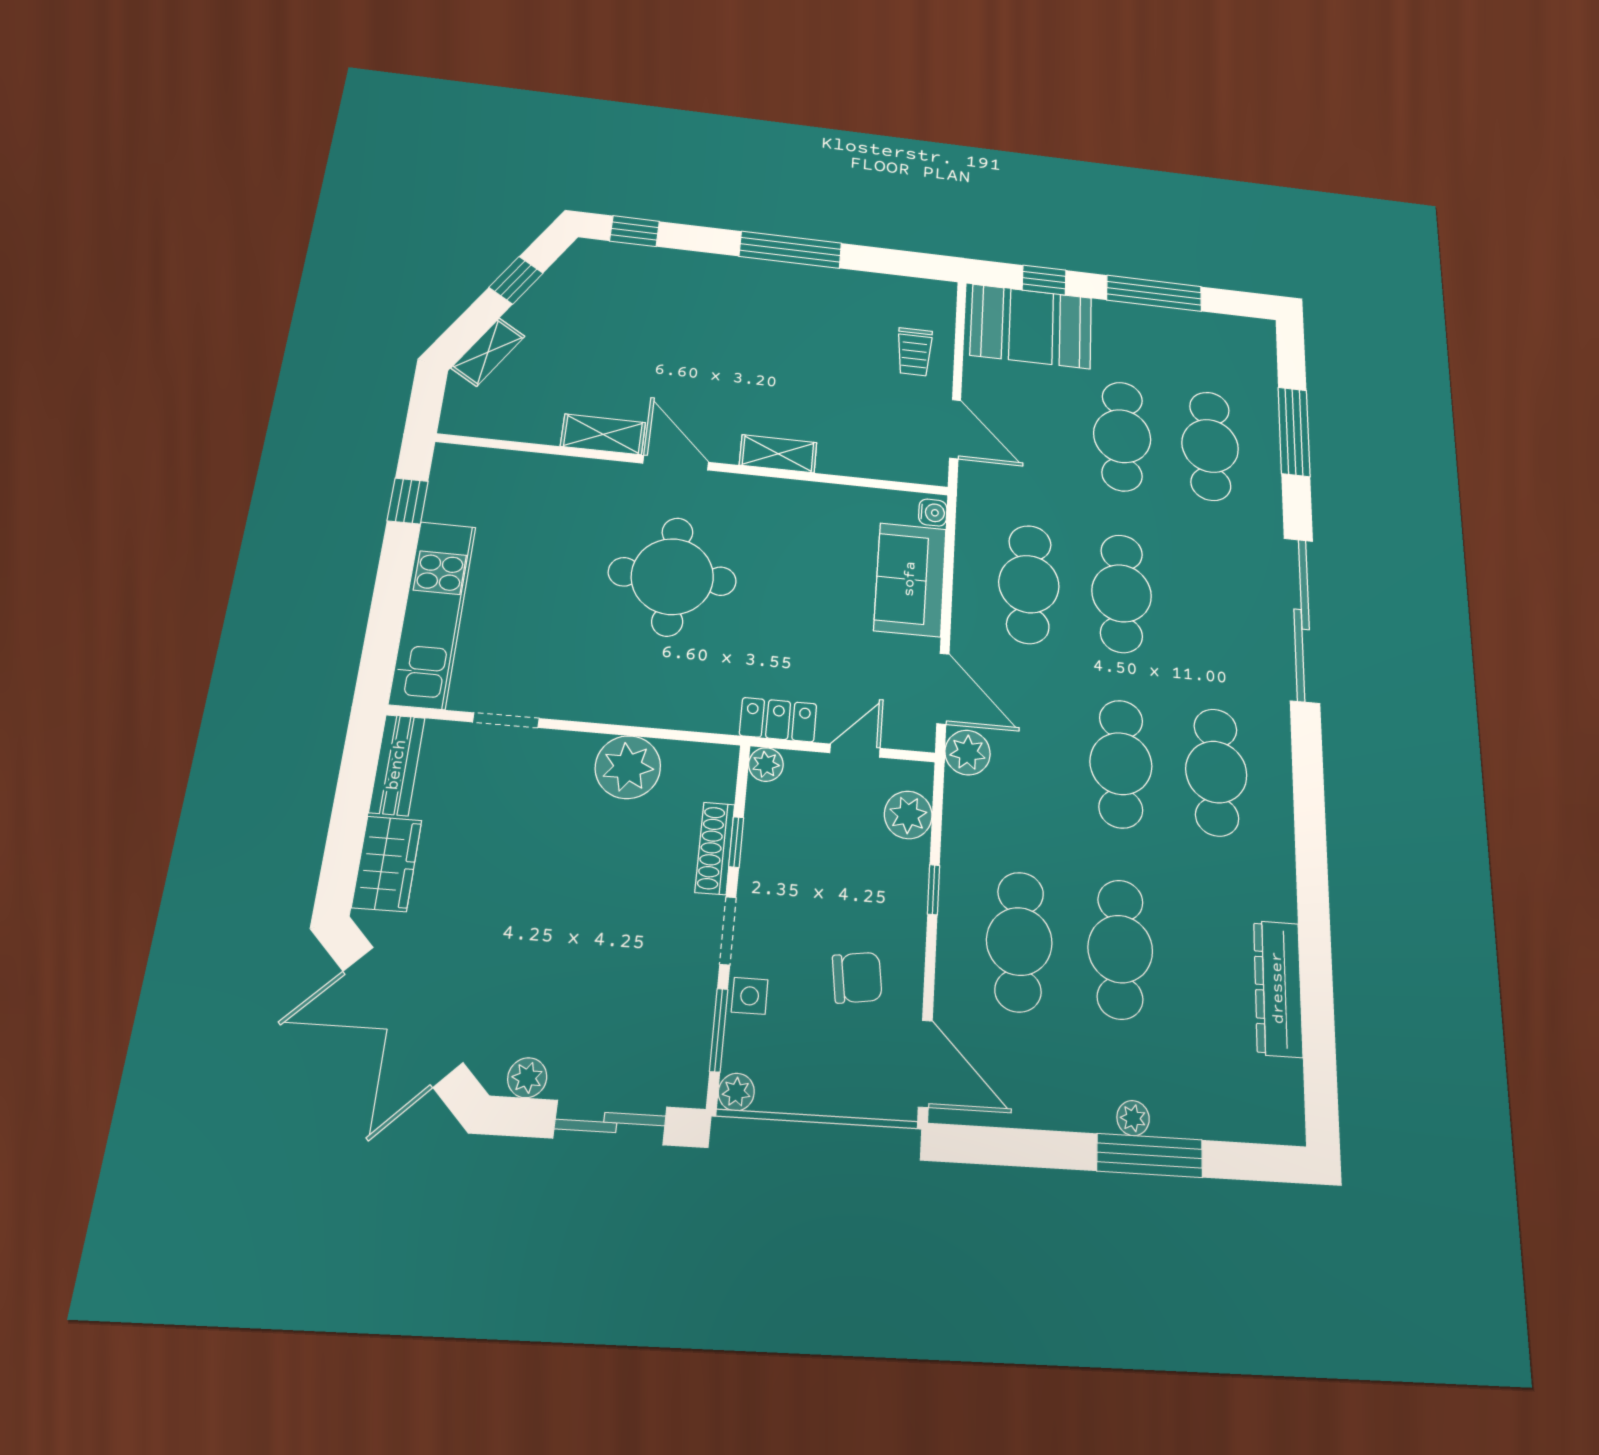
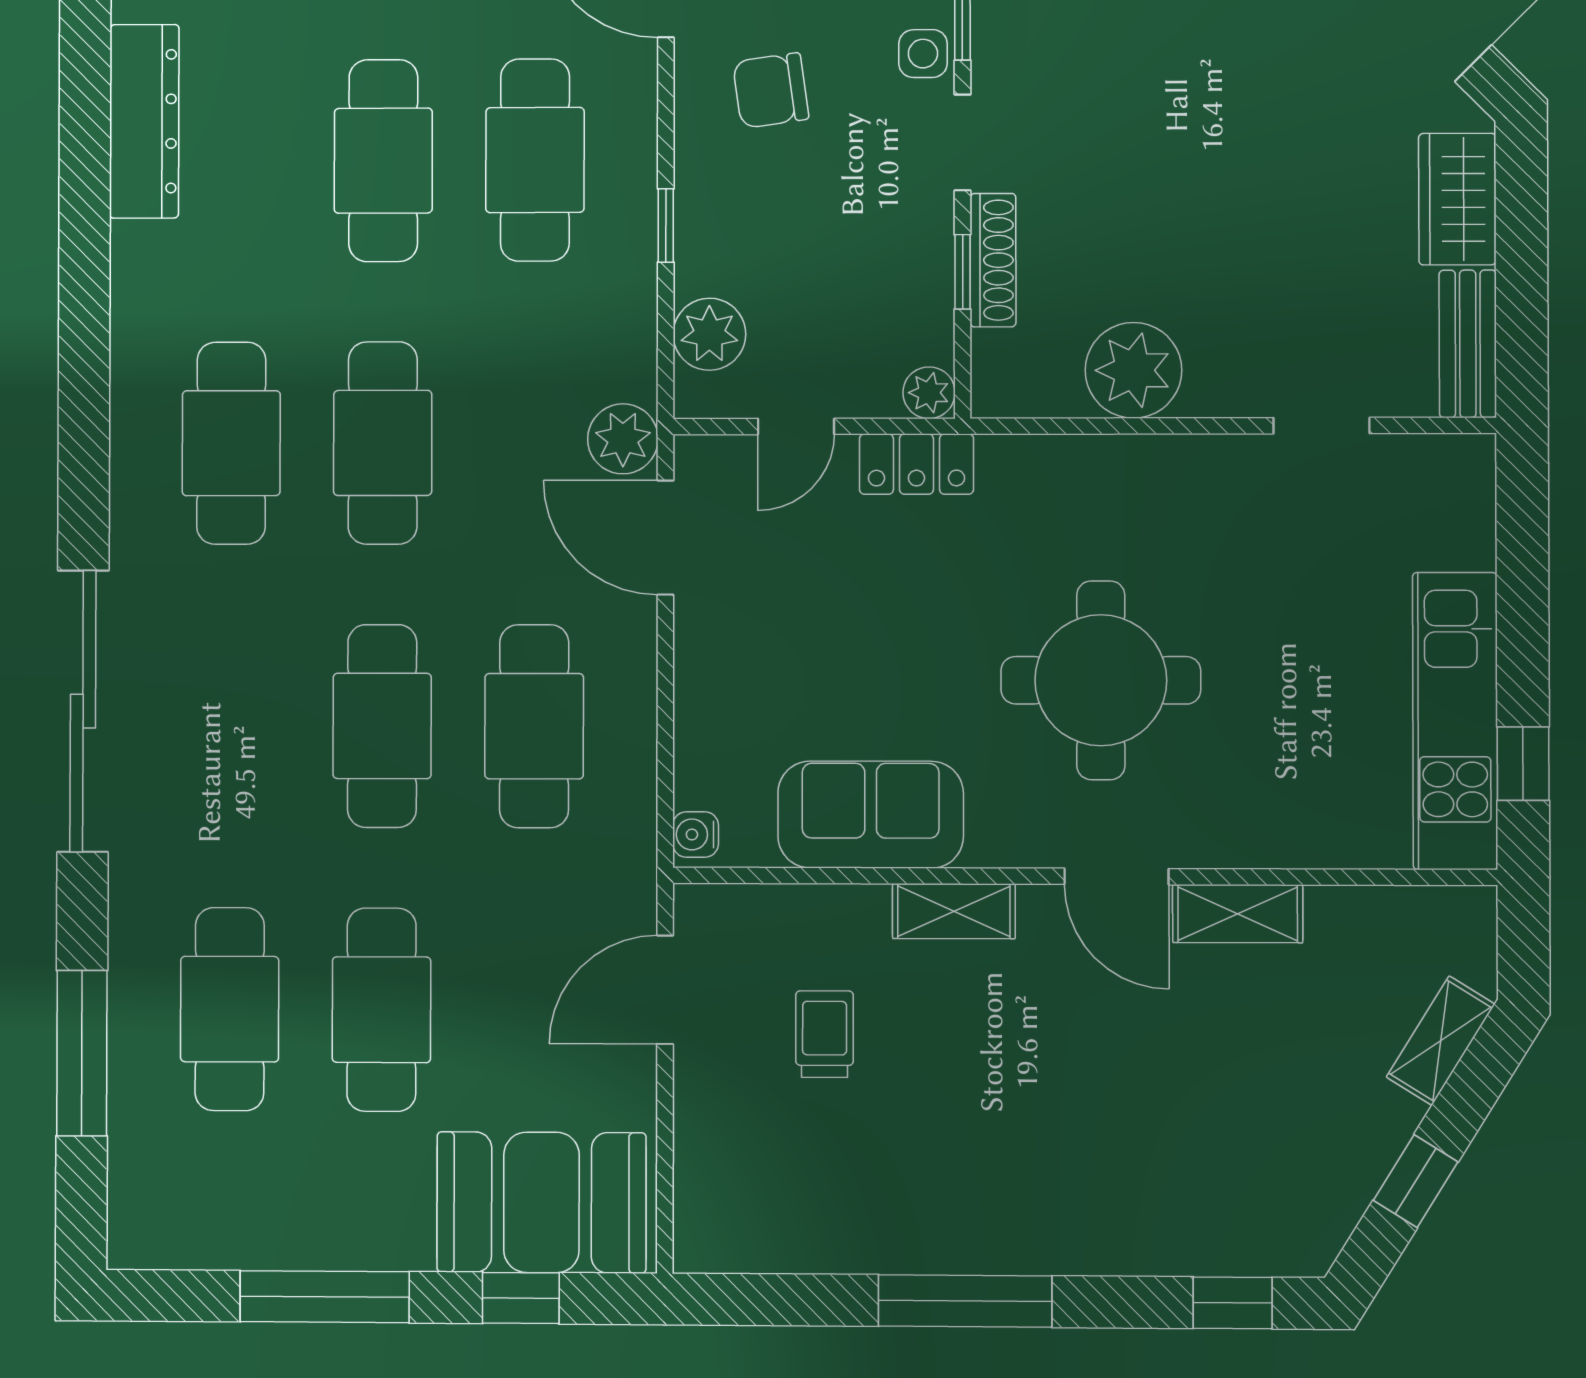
trolley: (914, 352) -> (825, 1034), moved
door: (955, 429) -> (665, 990), hinge flipped
sofa: (910, 579) -> (871, 815), moved, turned -90
kitchen unit: (433, 614) -> (1455, 721), moved

